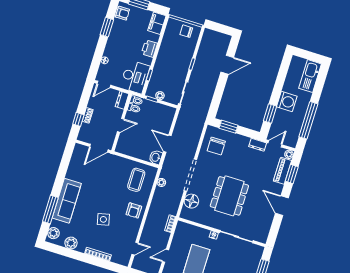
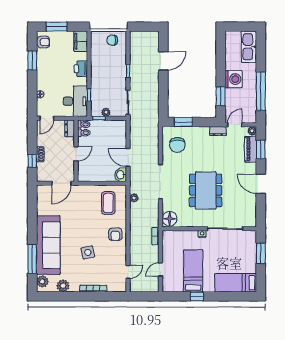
sofa: (67, 201) -> (48, 245), width x1.36, depth x1.27
floor lamp: (191, 201) -> (170, 219), moved

